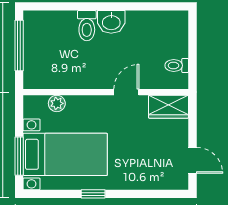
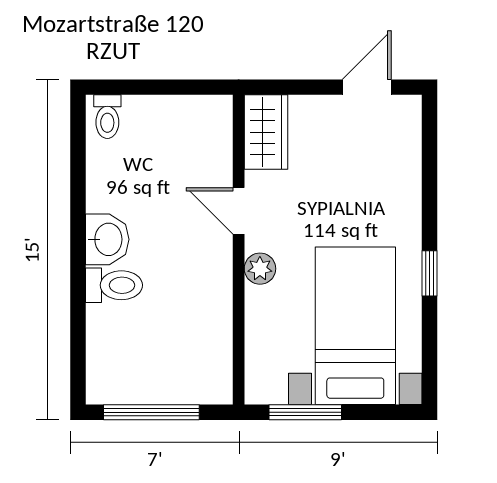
toilet: (177, 65) -> (107, 117), moved
plant: (57, 103) -> (260, 269), moved
window: (19, 156) -> (305, 412), moved

